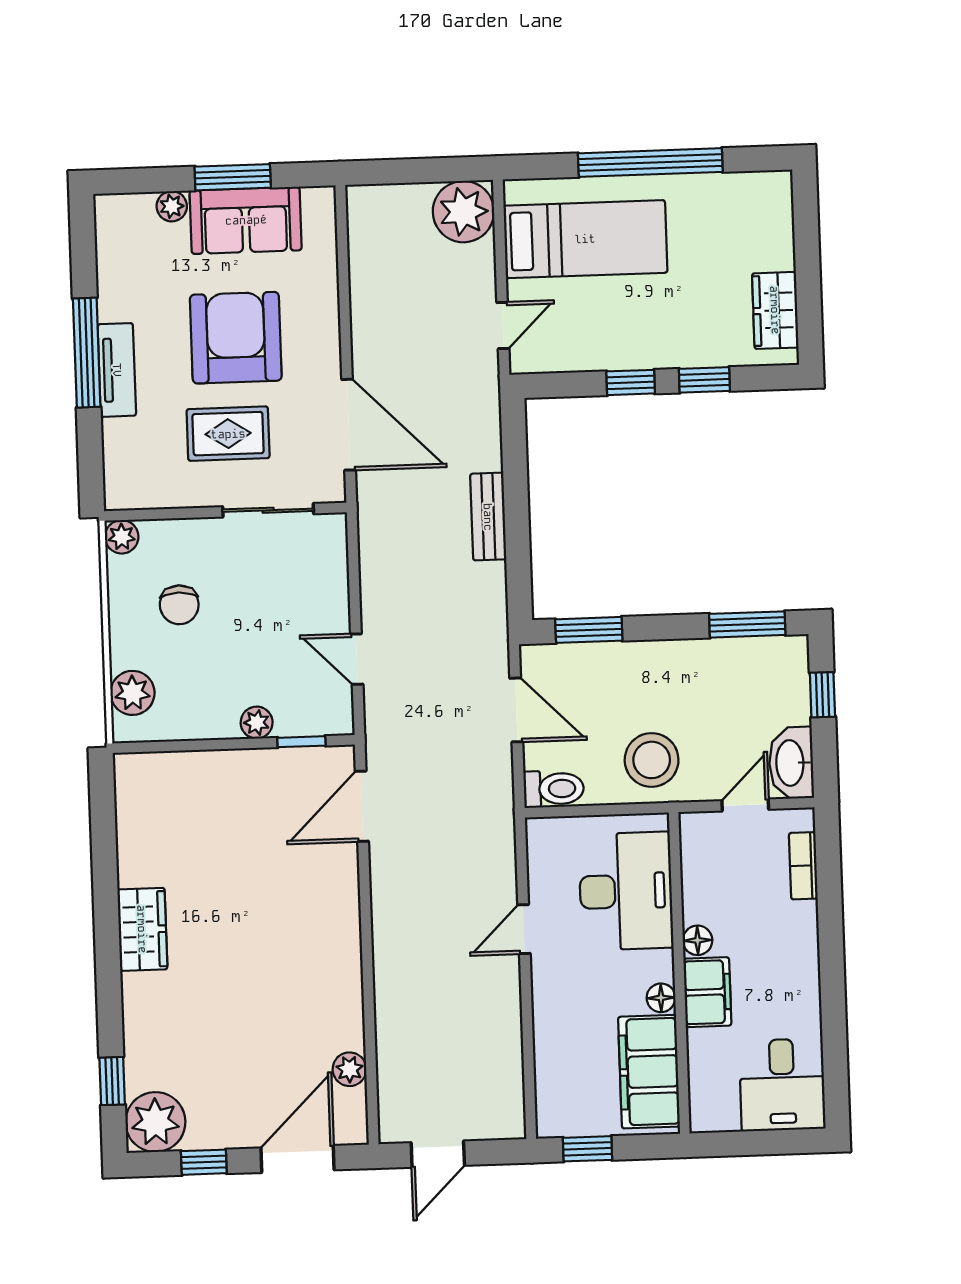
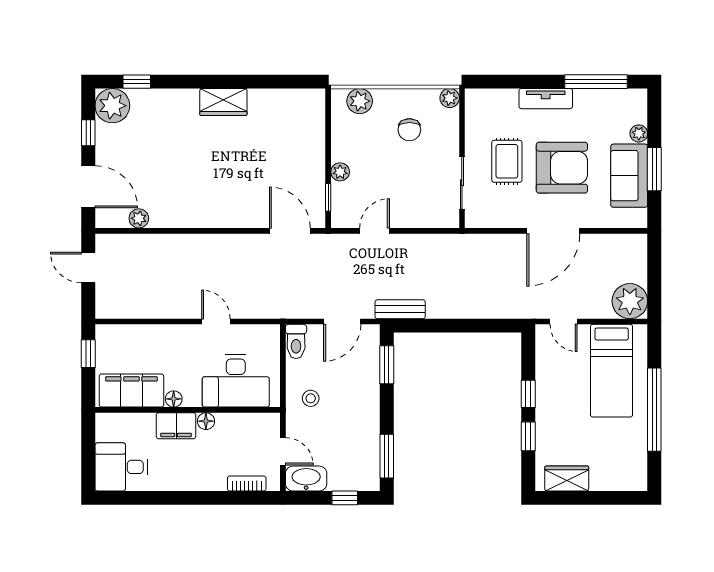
window: (87, 353) -> (596, 82), moved
door: (349, 425) -> (553, 231), moved
bench: (488, 517) -> (400, 309), moved
chair: (179, 605) -> (409, 130), turned -90
stool: (652, 760) -> (311, 398), width x0.53, depth x0.53

